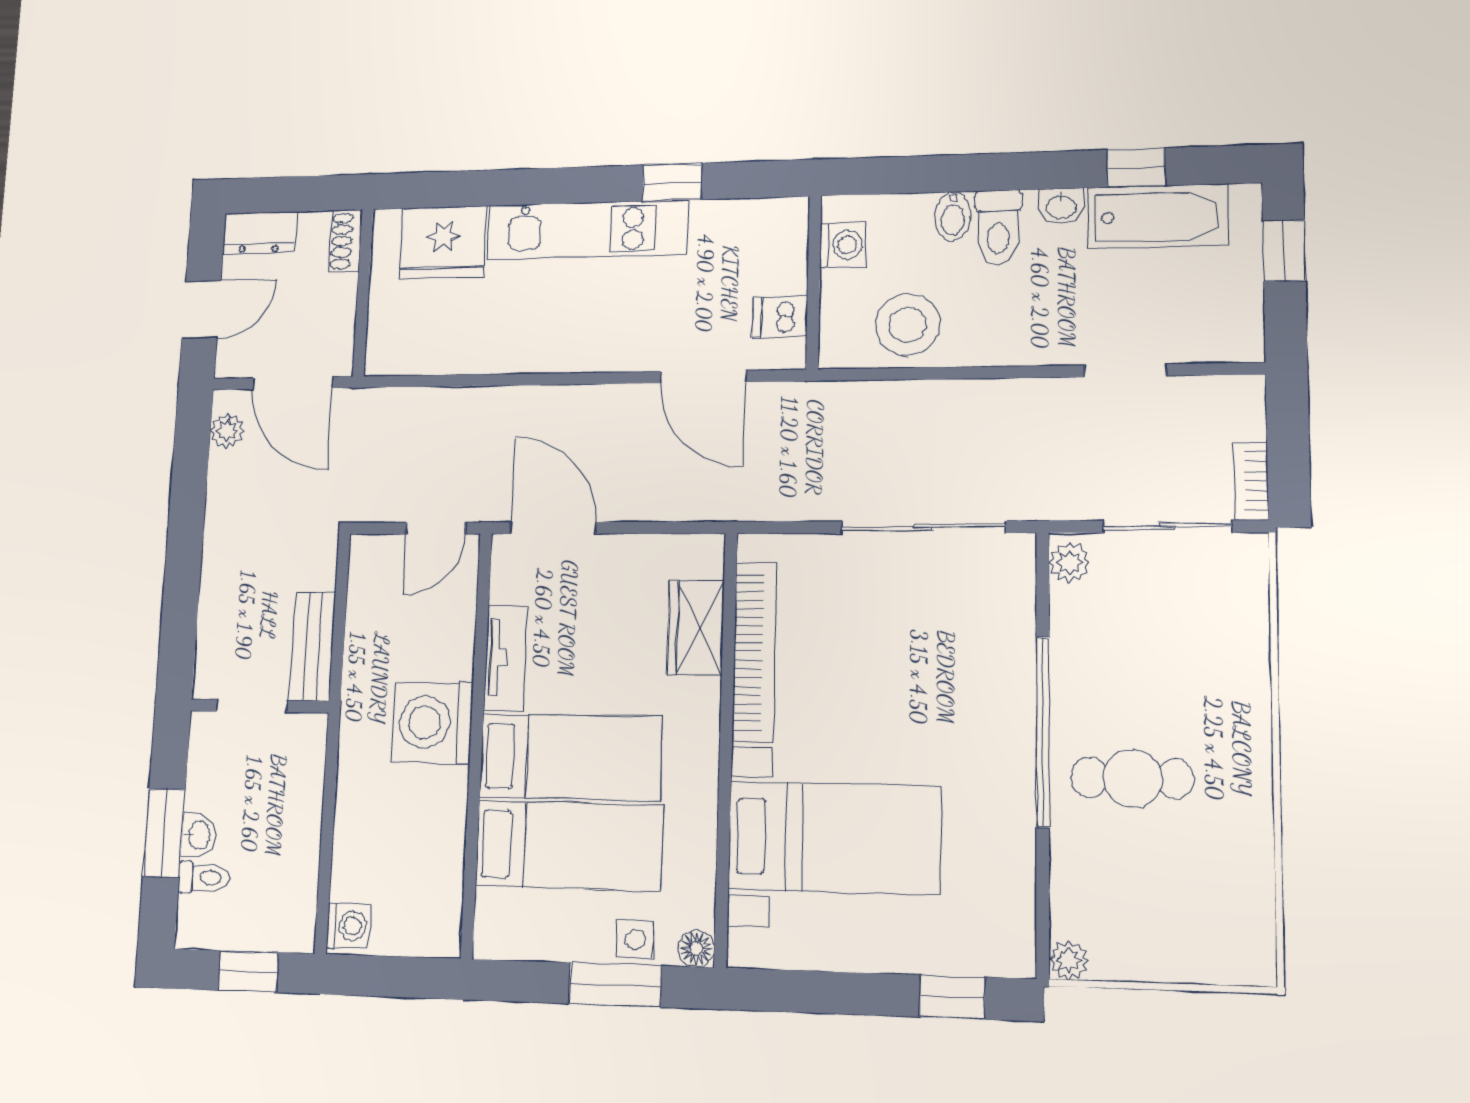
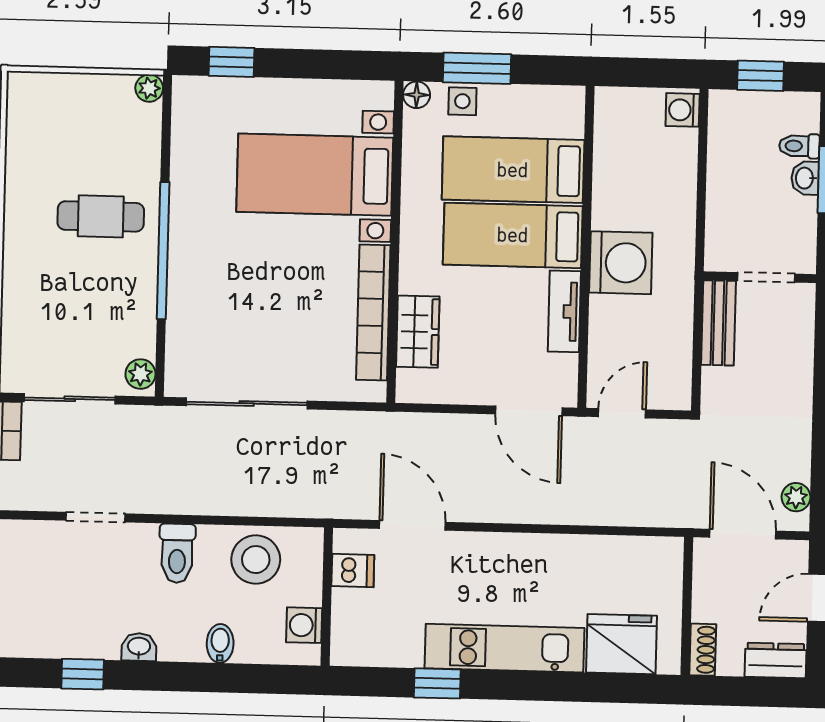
bathtub: (1158, 216) -> (68, 635), removed
toilet: (998, 228) -> (177, 553), moved, turned 180

